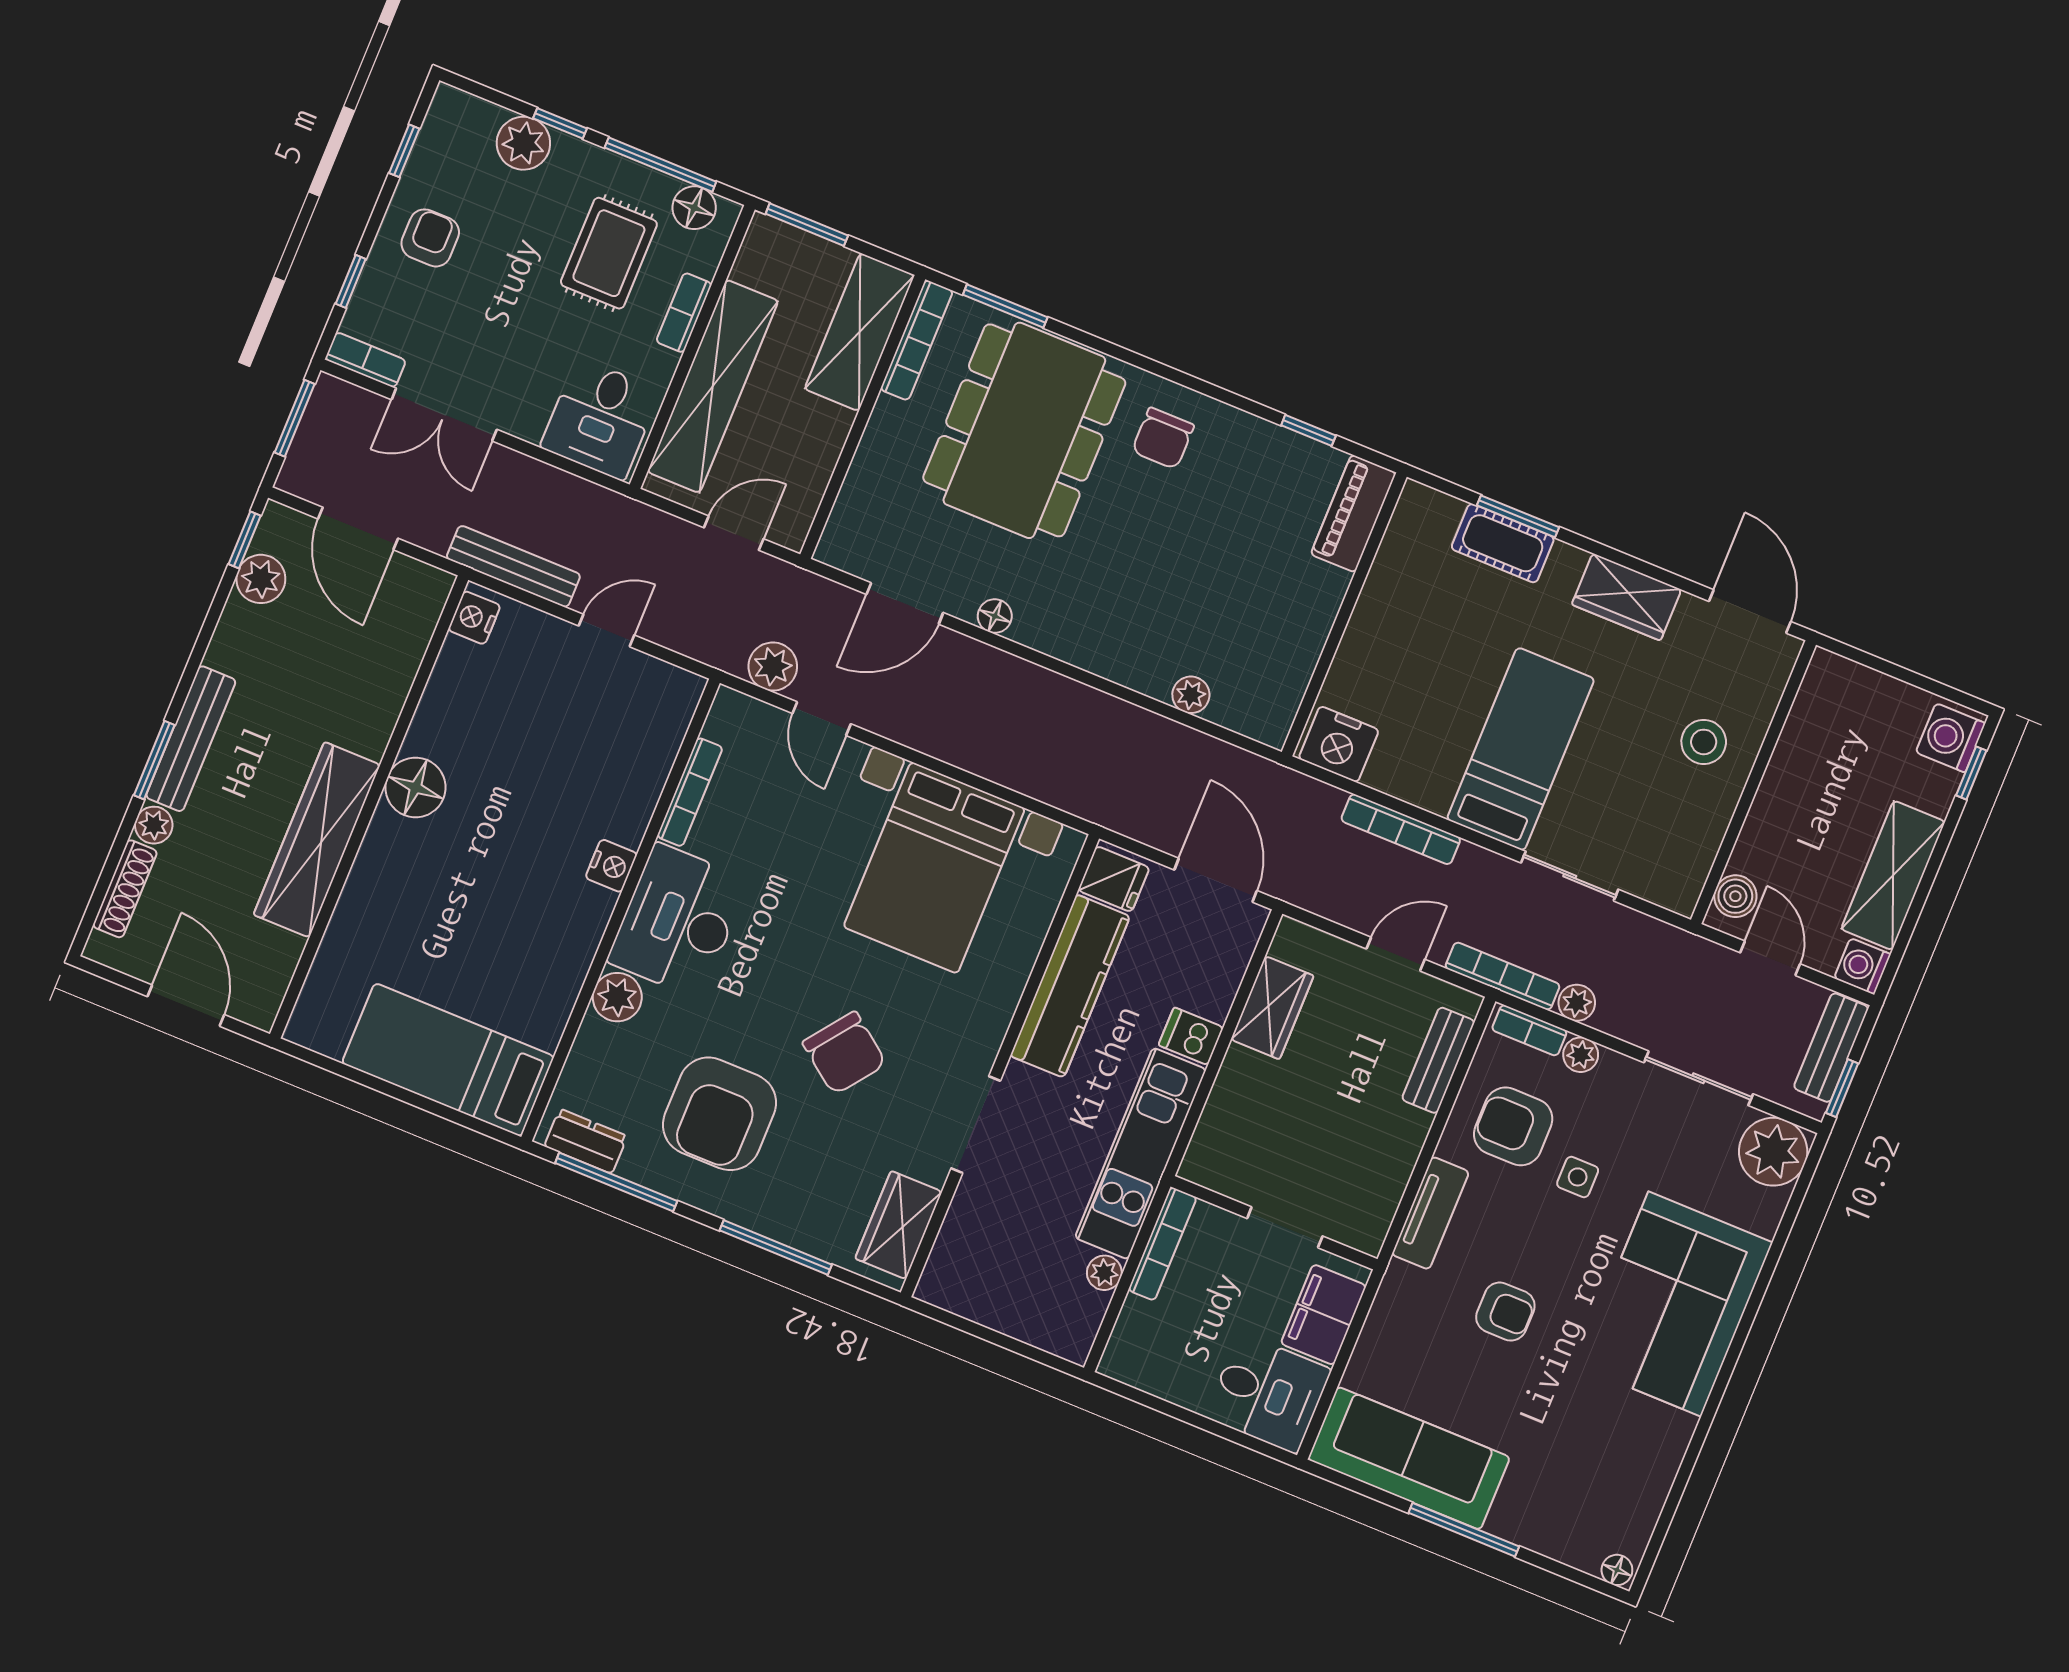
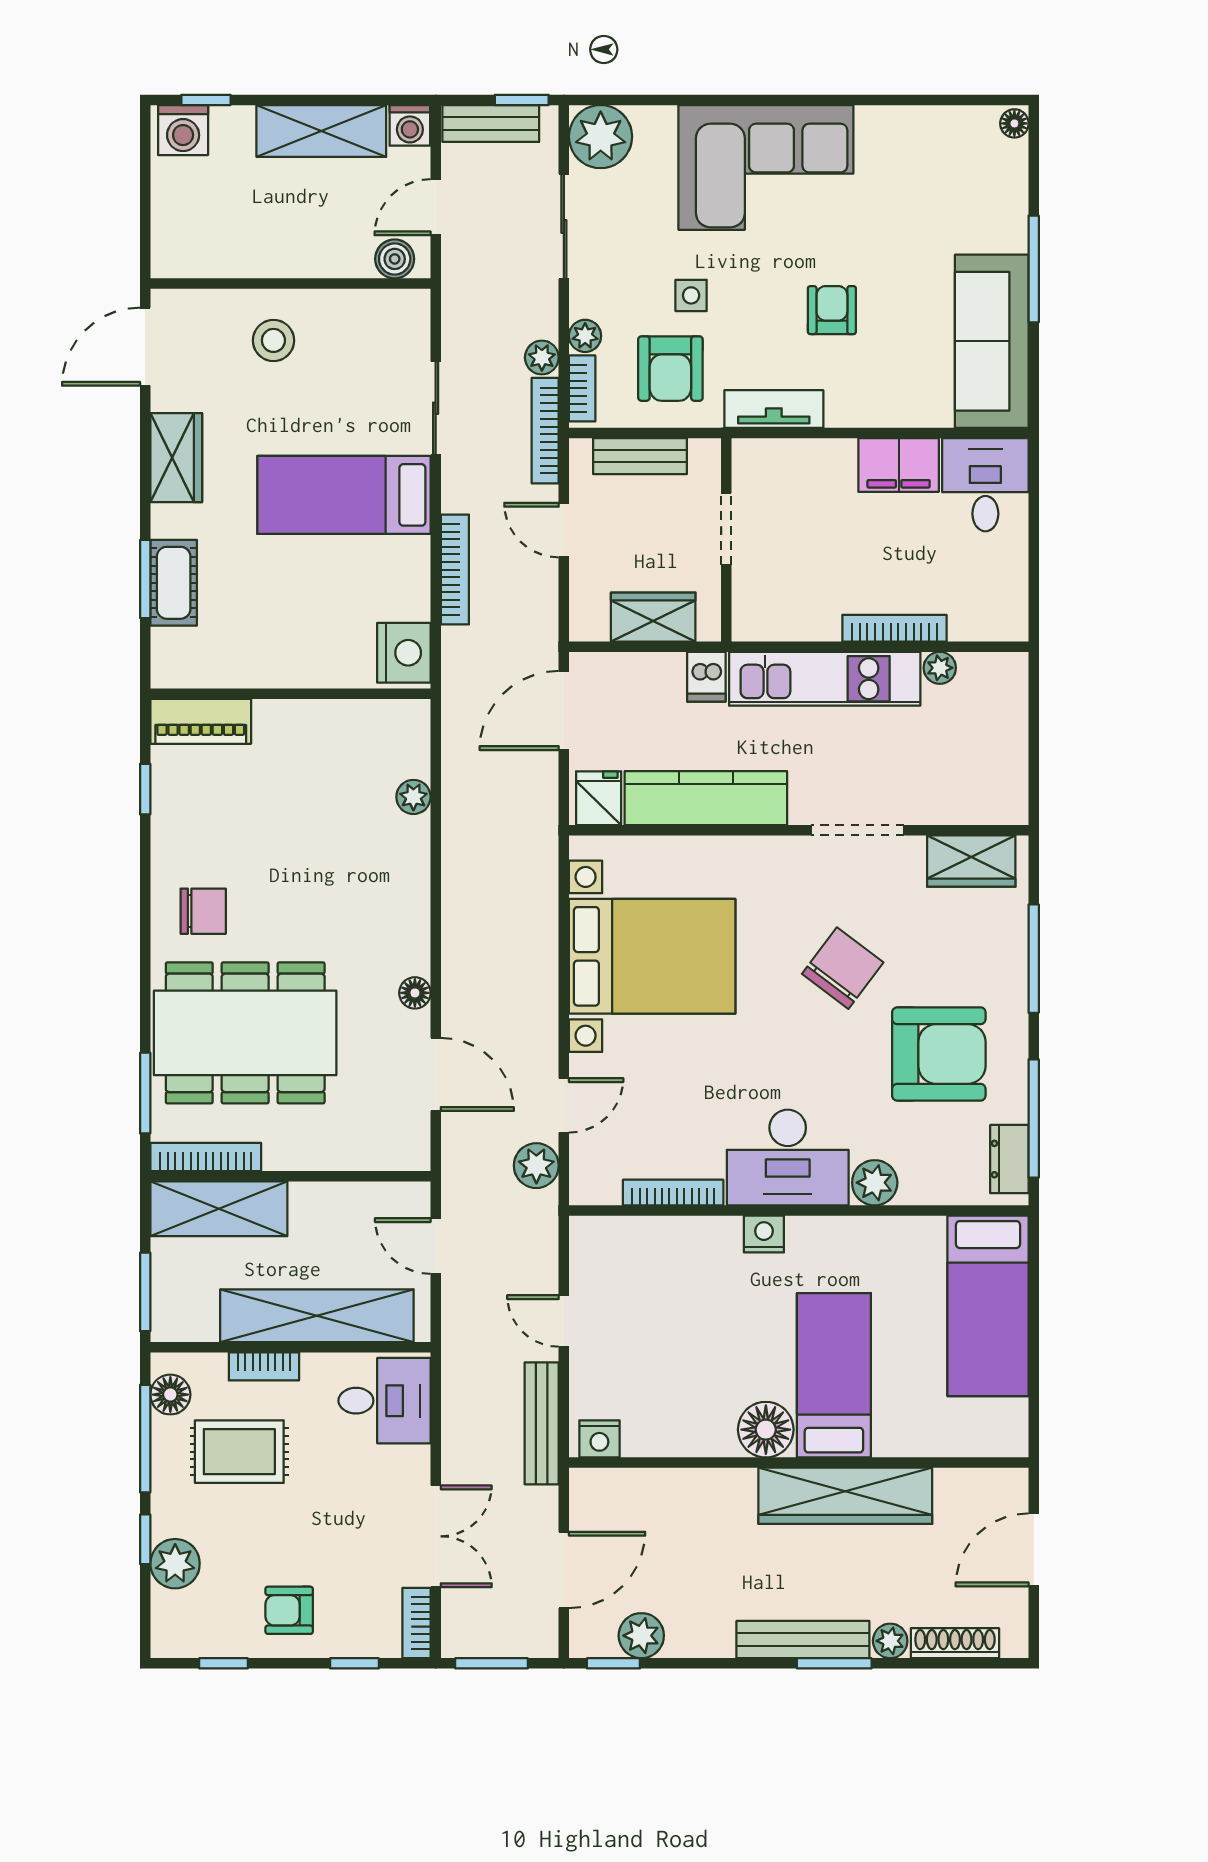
bed: (442, 878) -> (834, 1375), added
wall: (1274, 1223) -> (726, 540), moved
doorway: (1285, 1227) -> (726, 529), moved

